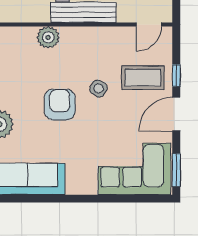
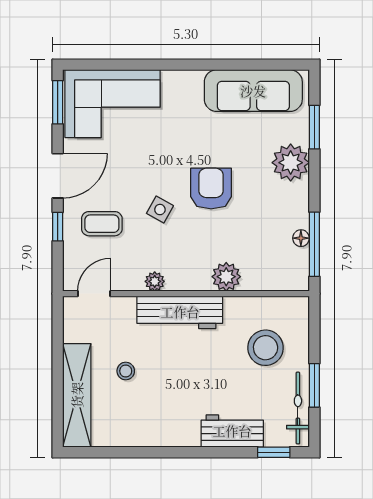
plant: (103, 34) -> (155, 281), added
coffee table: (143, 78) -> (102, 224), width x0.73, depth x0.77
armchair: (60, 104) -> (211, 189), turned 180

